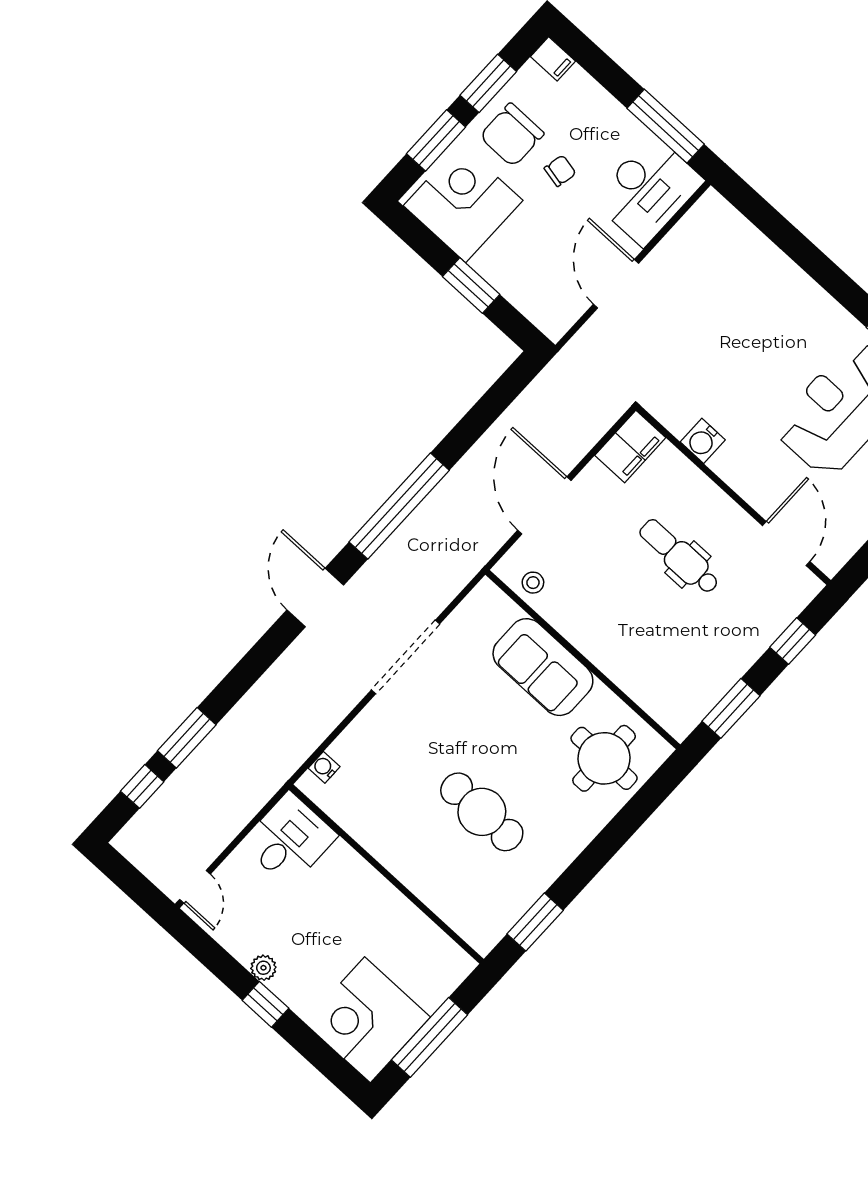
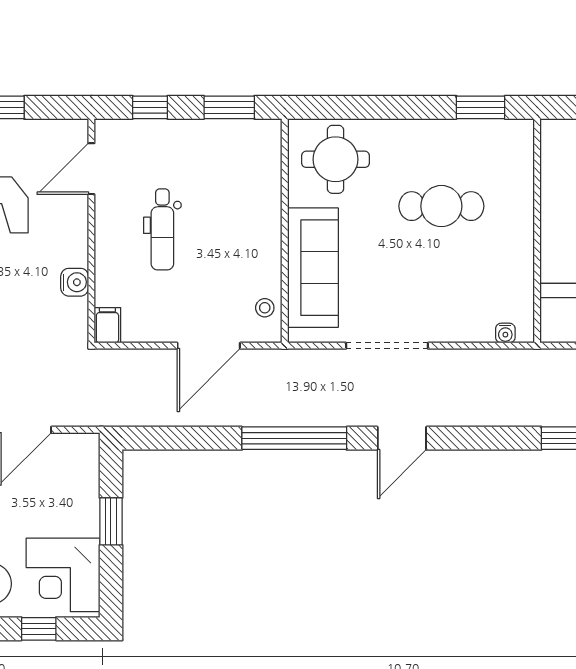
window: (436, 140) -> (39, 629), width x0.67
filing cabinet: (630, 447) -> (107, 325), width x0.50
sofa: (543, 667) -> (313, 268), width x1.36
cafe table: (482, 812) -> (441, 206), turned 90

